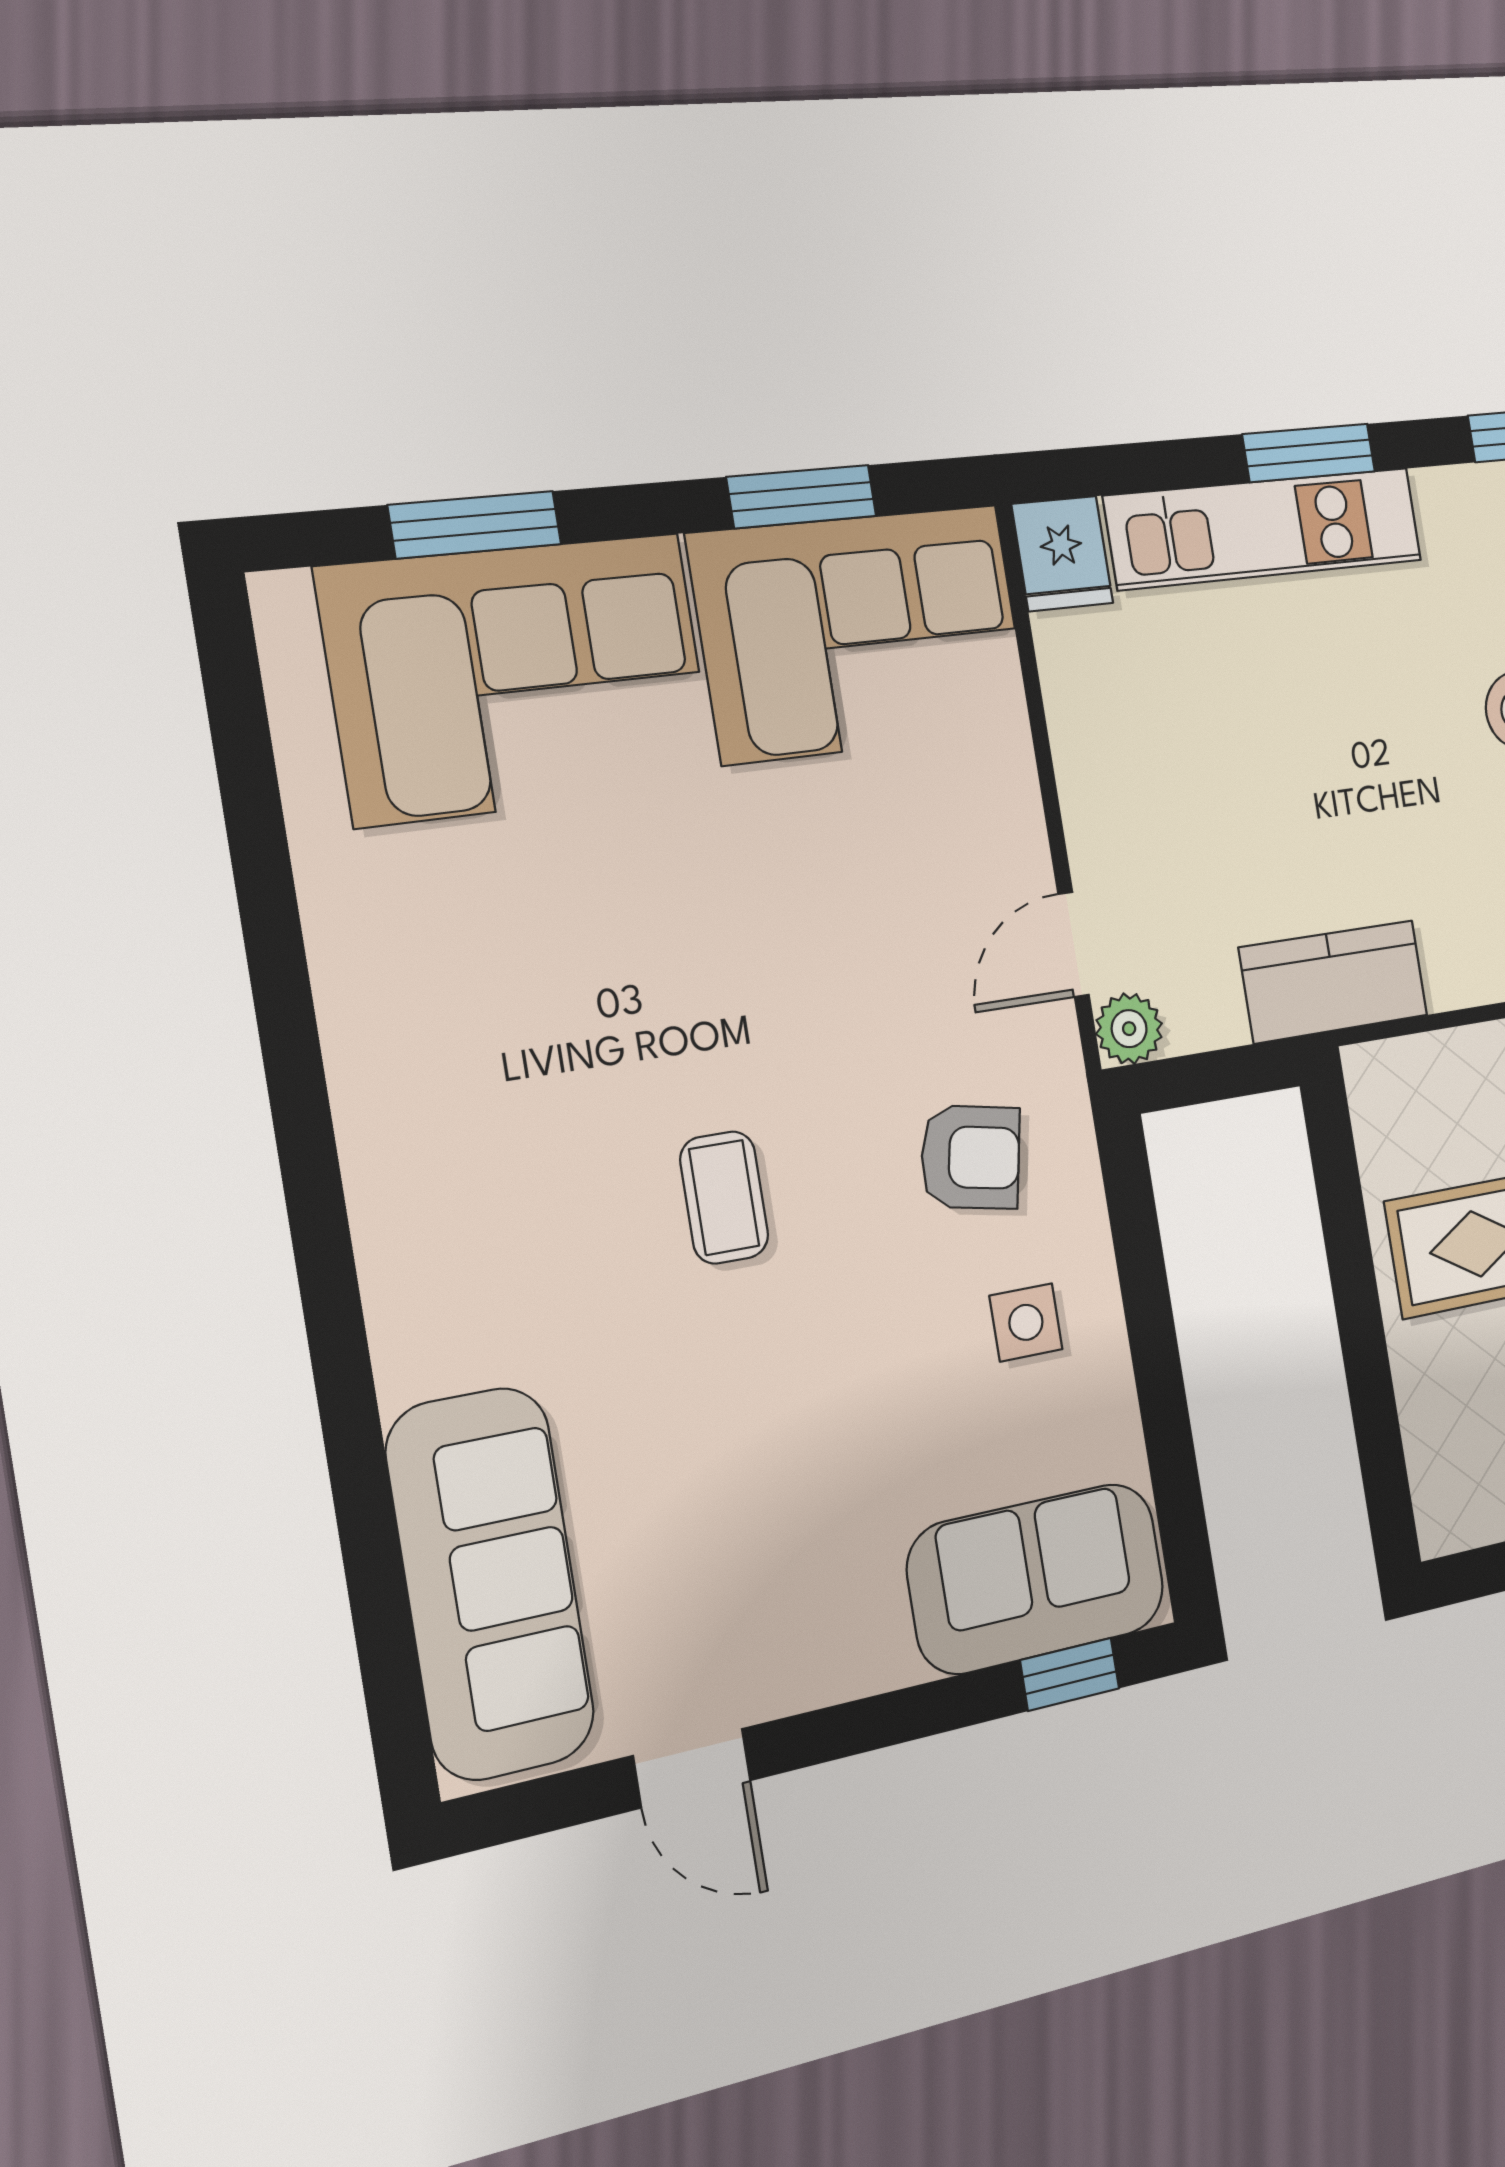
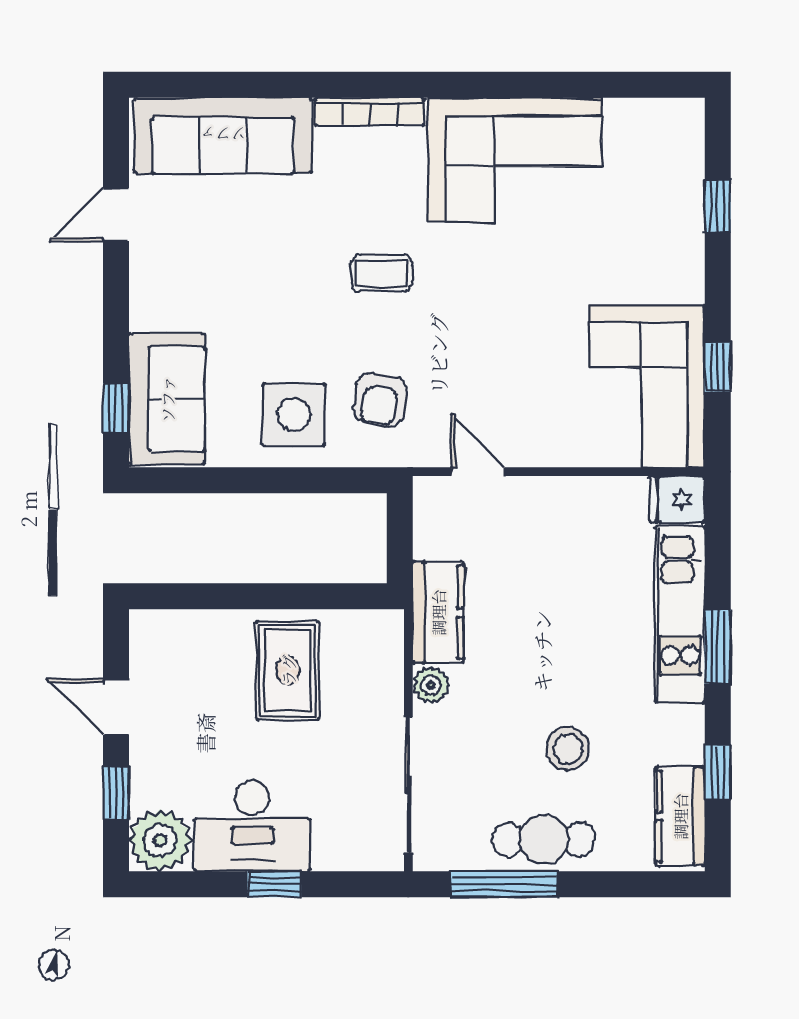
window: (802, 497) -> (718, 367), width x0.67
window: (475, 525) -> (718, 206), width x0.67
corner sofa: (519, 678) -> (515, 160), moved, turned -90
plant: (1129, 1029) -> (431, 685), moved
bookcase: (389, 1282) -> (370, 112), added
side table: (1026, 1322) -> (294, 415), width x1.87, depth x1.87

